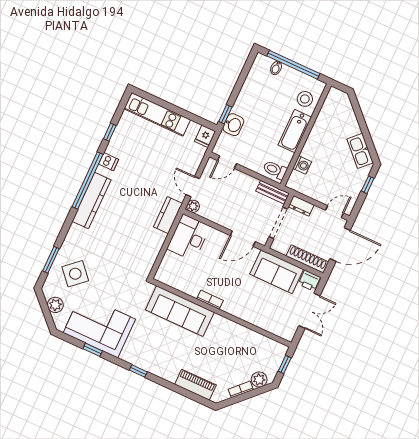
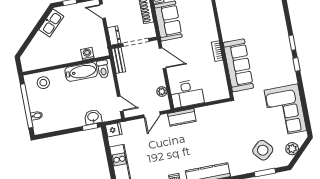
bathtub: (295, 131) -> (81, 72), moved
plant: (193, 206) -> (162, 92), moved
window: (93, 350) -> (292, 43), moved
piano: (195, 385) -> (279, 21), removed

